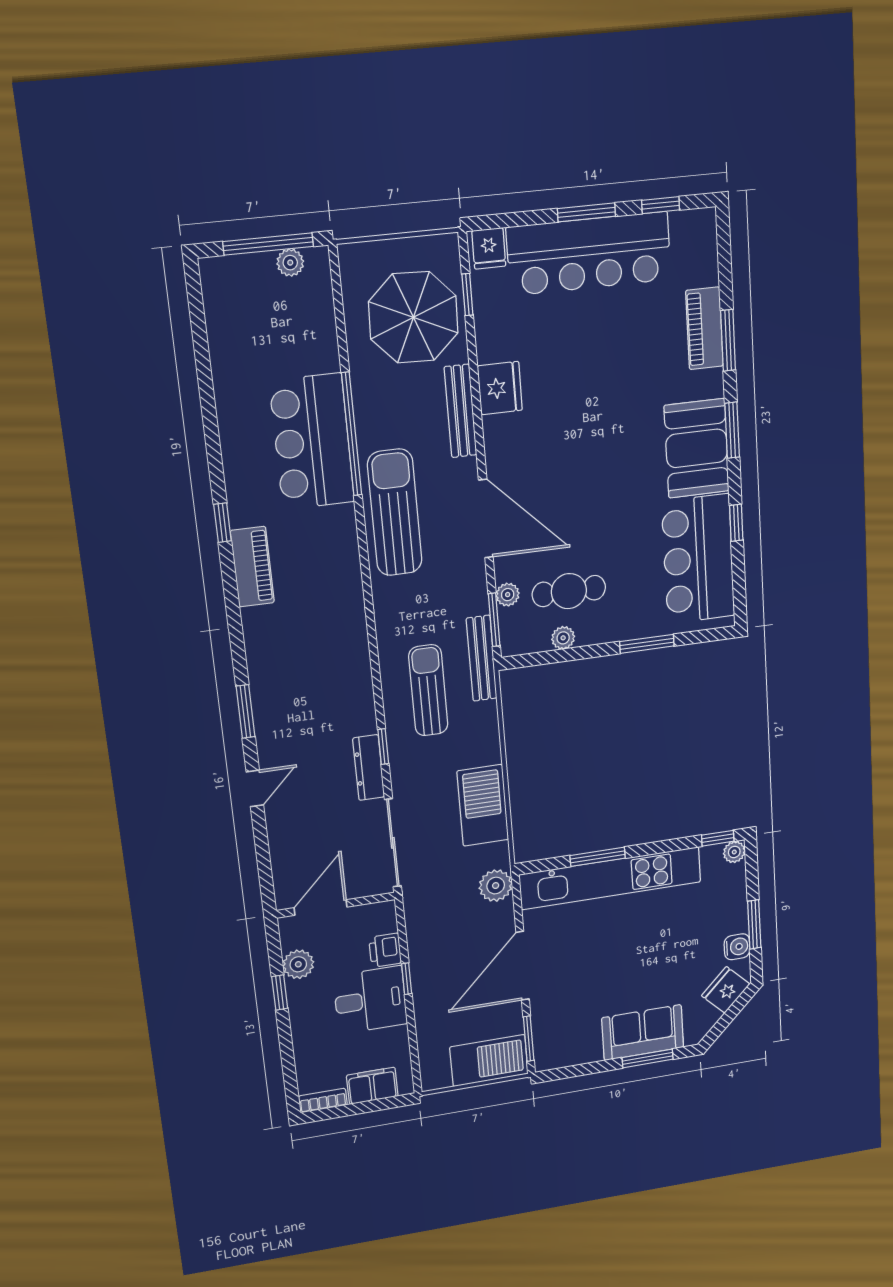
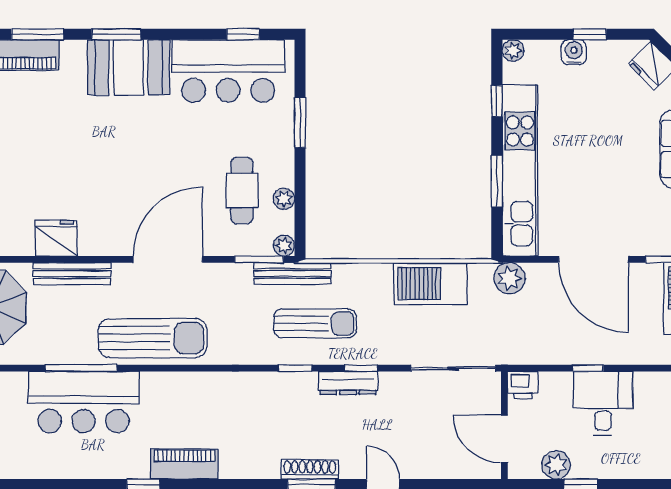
window: (352, 434) -> (81, 368), width x0.68
sun lounger: (395, 513) -> (153, 338), turned 180
window: (736, 523) -> (243, 34), moved
plant: (508, 595) -> (284, 246), moved
window: (376, 675) -> (295, 368), added
sun lounger: (428, 690) -> (315, 323), turned 180
shoe rack: (263, 707) -> (310, 469), added
dresser: (369, 768) -> (348, 383), moved
window: (718, 838) -> (497, 101), moved
window: (754, 924) -> (590, 34), width x0.67
water cooler: (737, 947) -> (574, 52), moved
printer: (385, 950) -> (523, 385), moved

